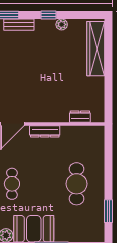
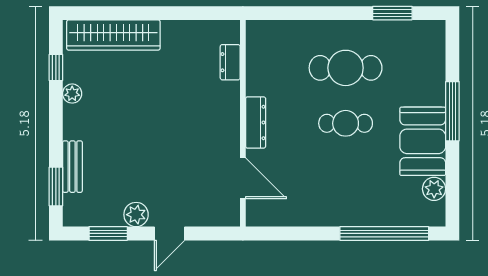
window: (48, 15) -> (56, 67), moved
cafe table: (12, 184) -> (346, 123), moved

